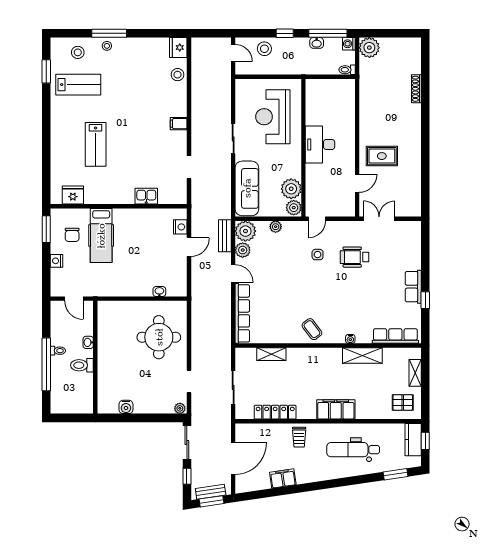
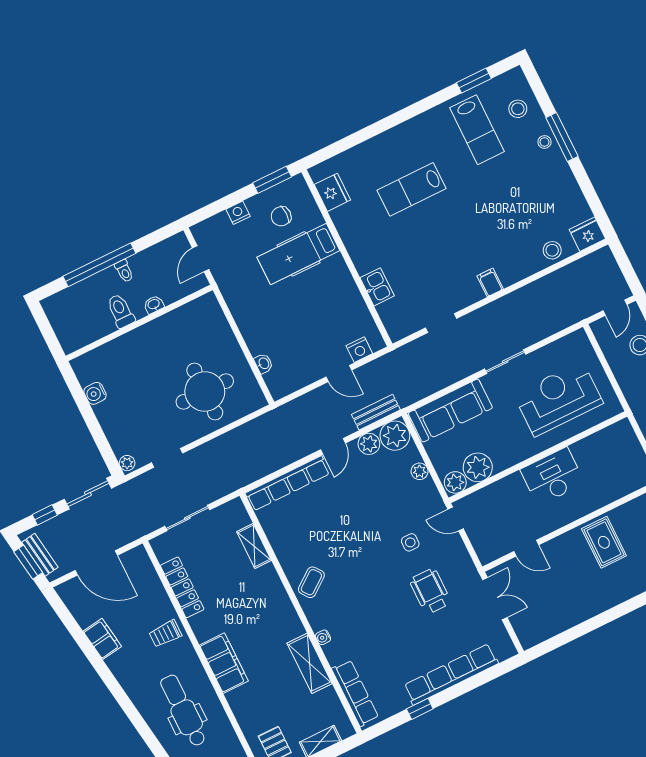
rug: (382, 156) -> (604, 542), moved
row of seats: (413, 287) -> (451, 674), width x2.02

